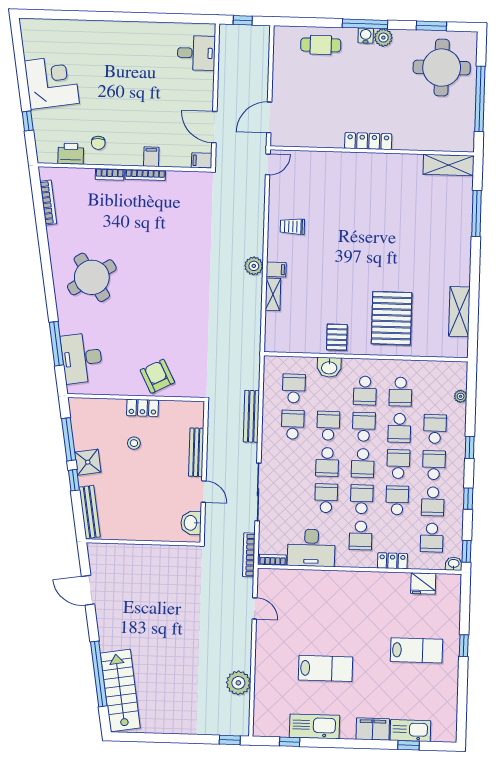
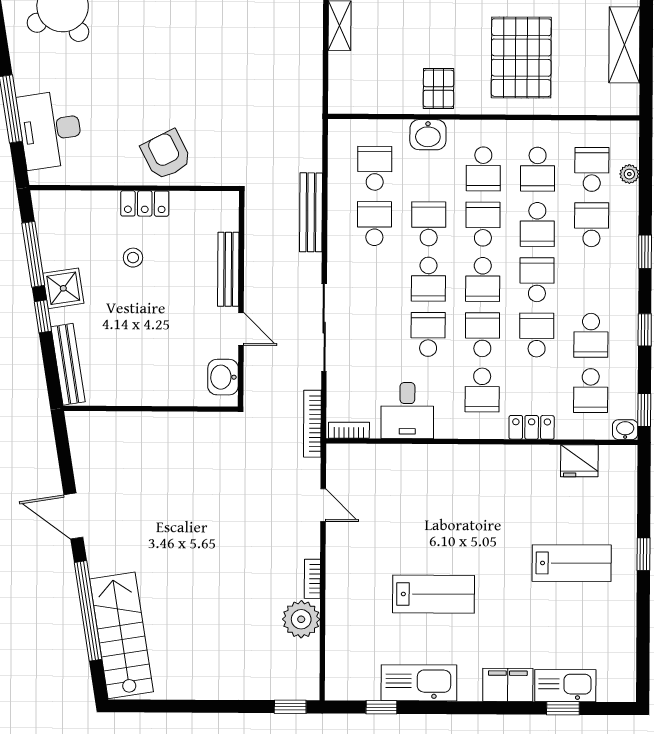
school desk: (434, 465) -> (592, 169), moved
desk: (311, 548) -> (407, 410), width x0.73
door: (88, 590) -> (73, 516), moved
bookcase: (246, 656) -> (312, 579), added

